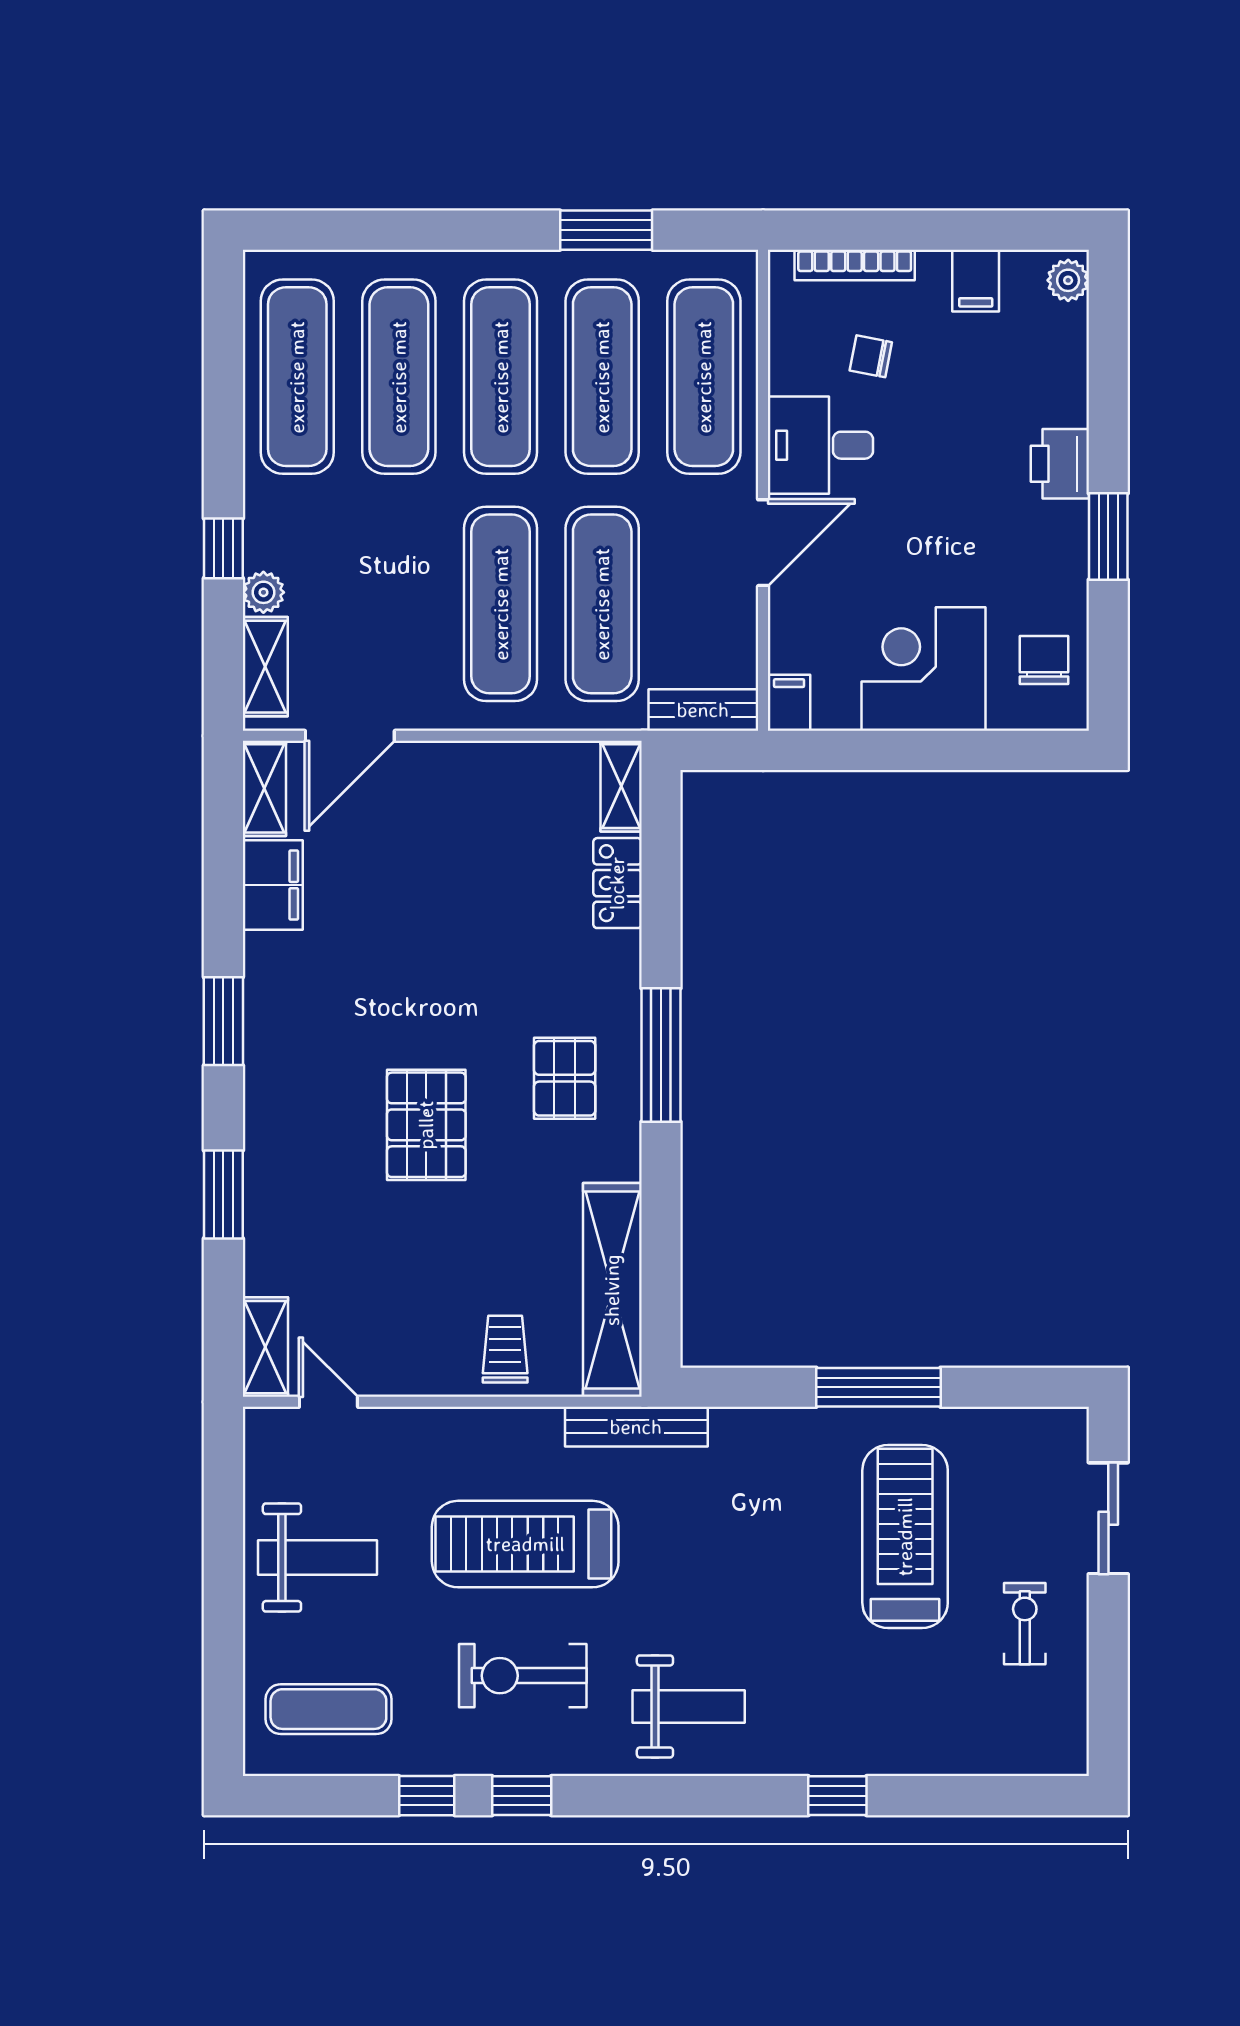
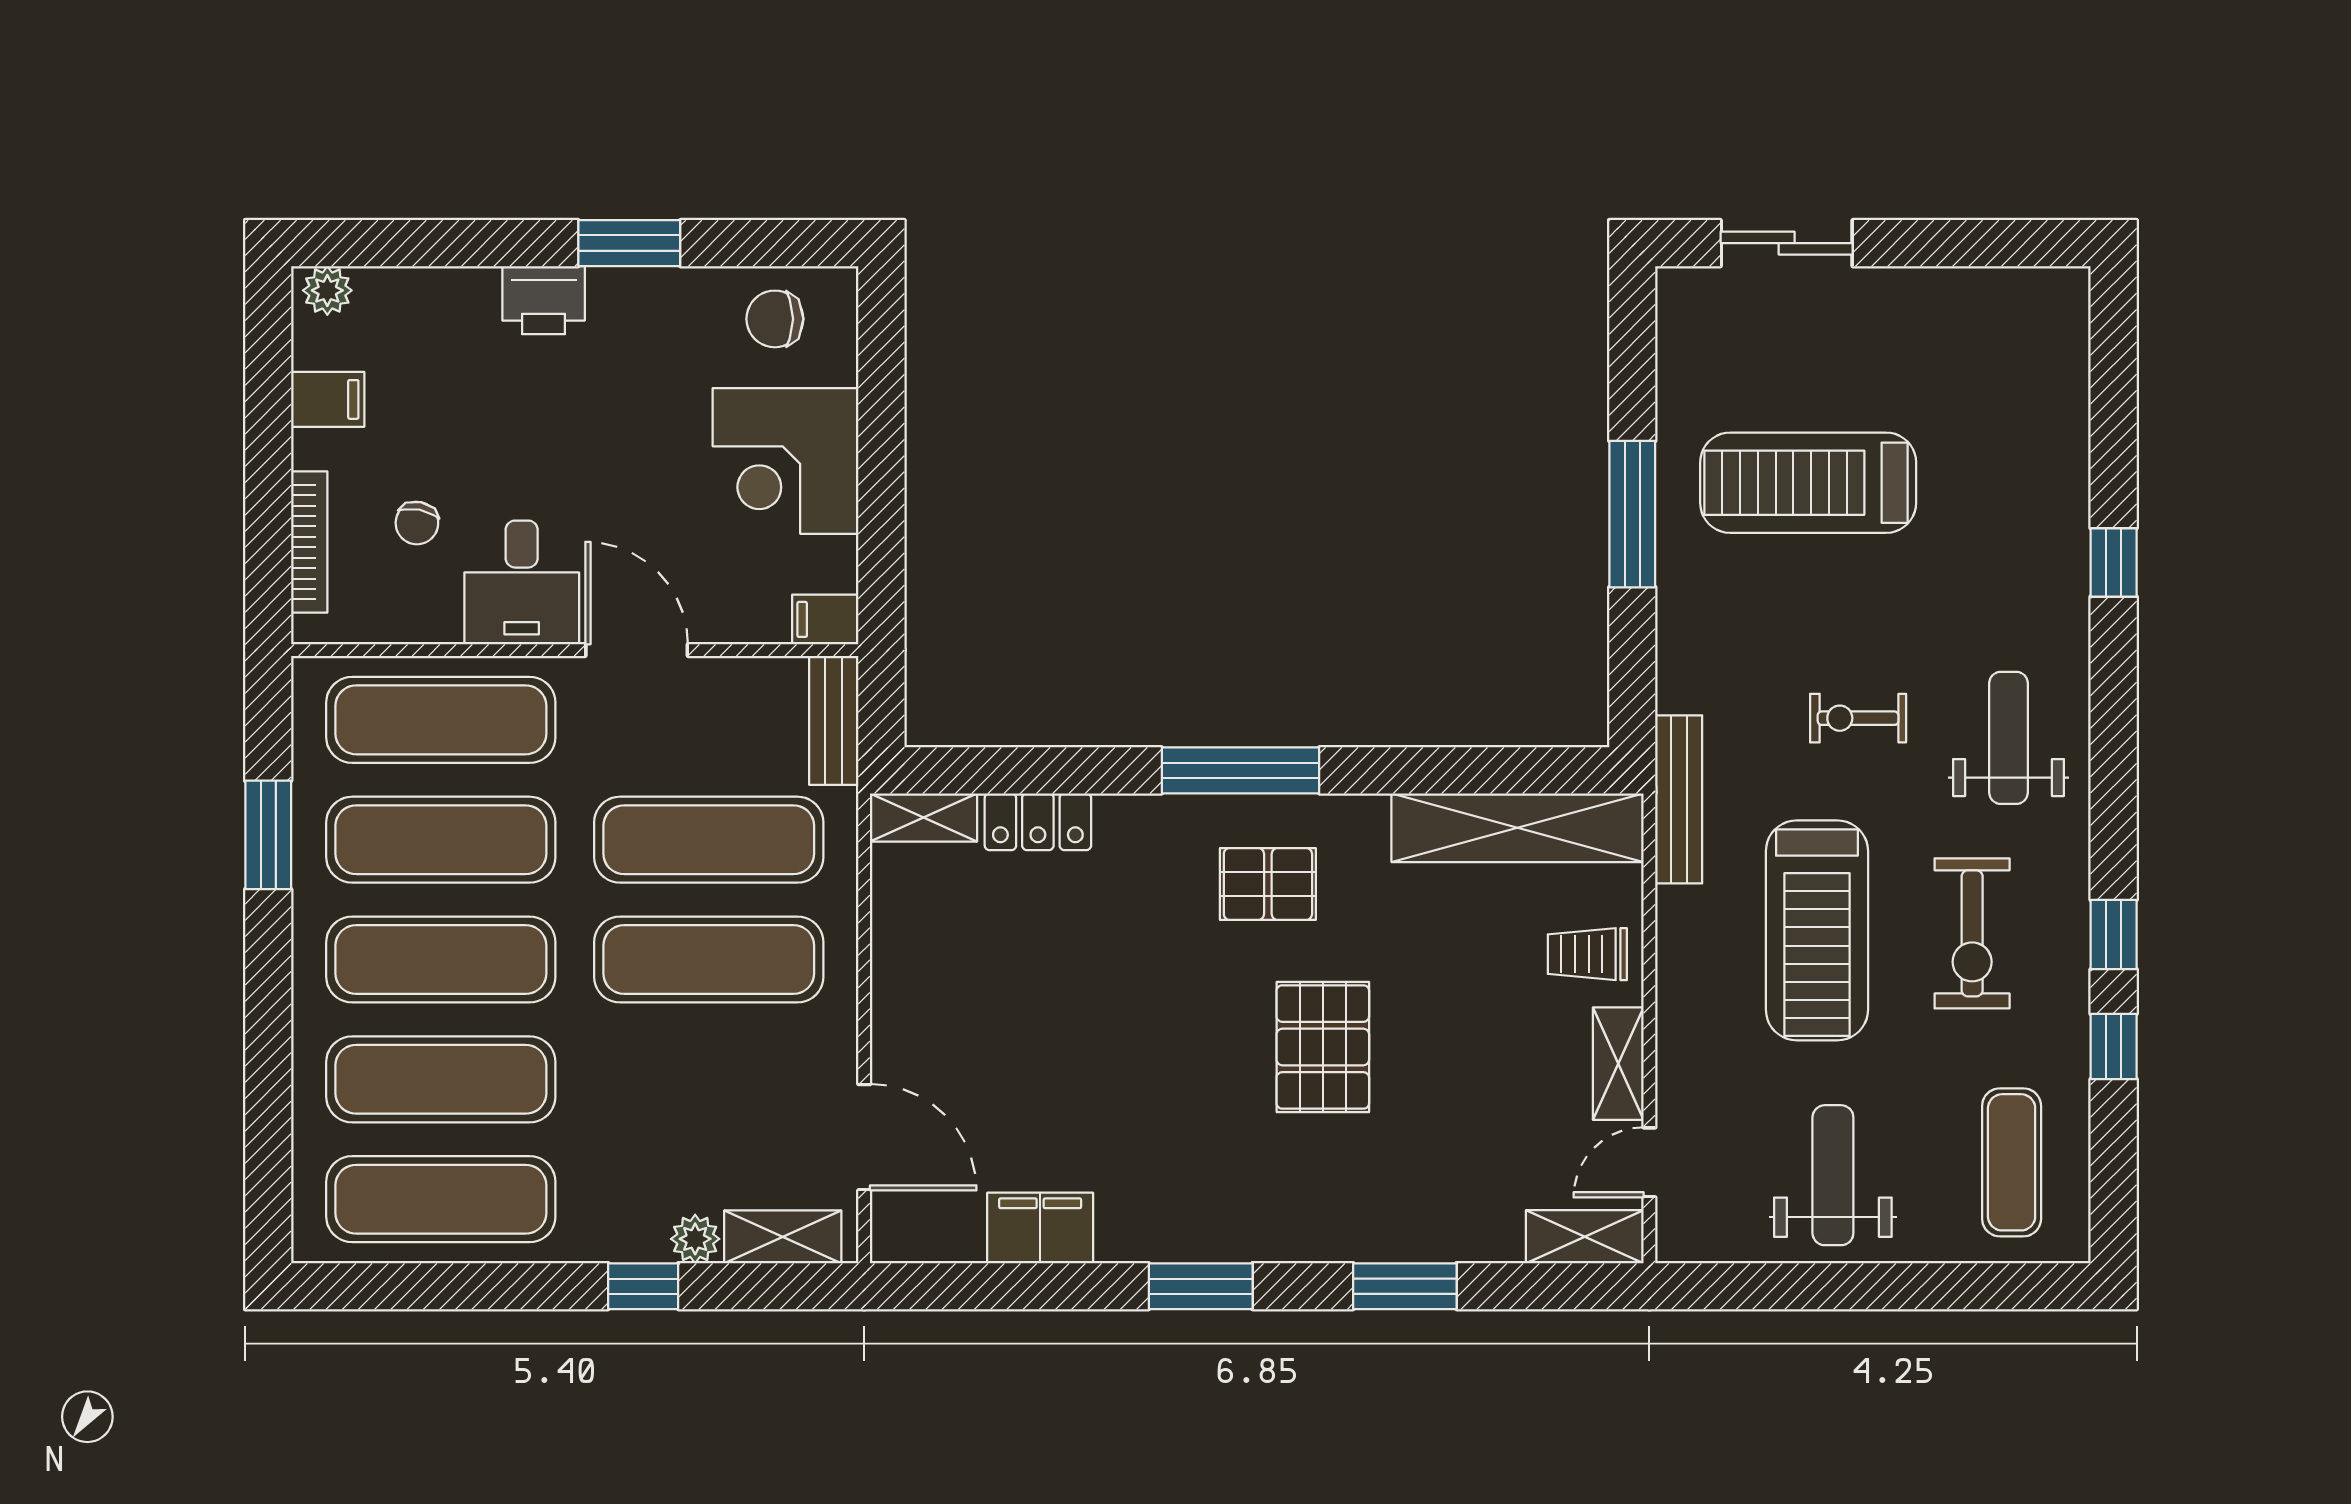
shelving: (264, 788) -> (1618, 1064), moved, turned 90
pallet: (426, 1125) -> (1323, 1047), turned 90
exercise bike: (1025, 1624) -> (1858, 718), moved

